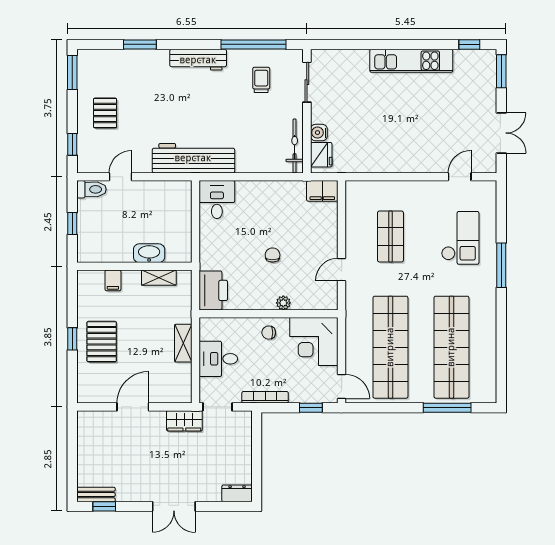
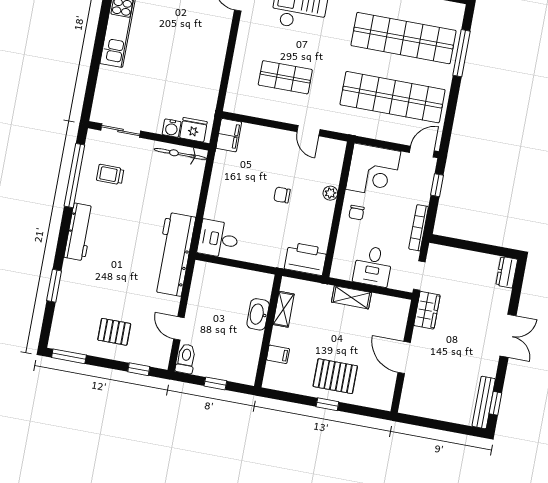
bench: (96, 495) -> (484, 403), width x1.36

